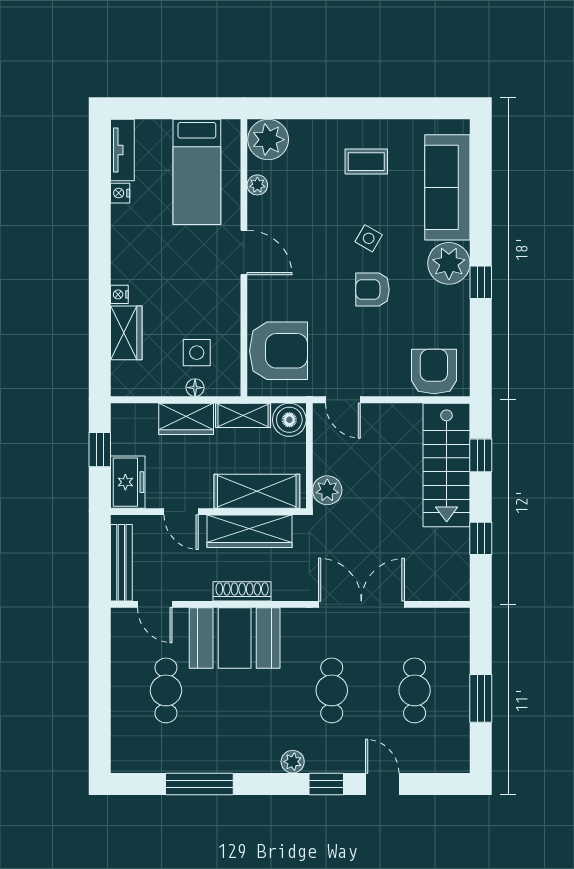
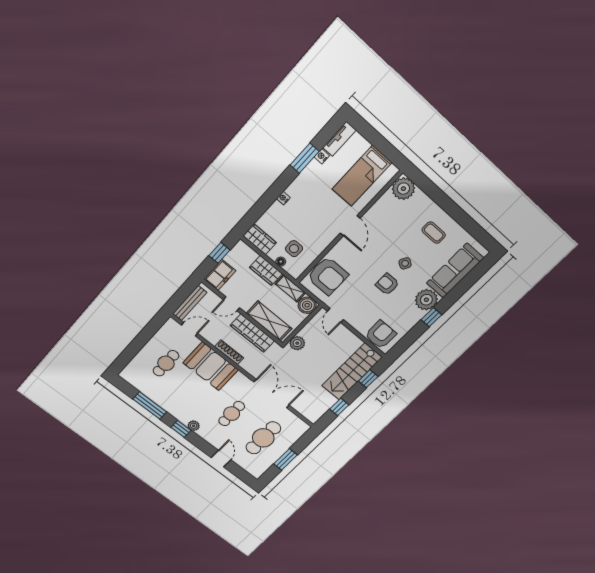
plant: (257, 185) -> (381, 203), removed
window: (100, 216) -> (305, 158), added
wardrobe: (126, 333) -> (260, 239), moved, turned -90
door: (181, 512) -> (232, 304), hinge flipped
door: (155, 604) -> (190, 329), swing flipped
cafe table: (415, 690) -> (263, 438), width x1.37, depth x1.35
window: (326, 784) -> (181, 429), moved

